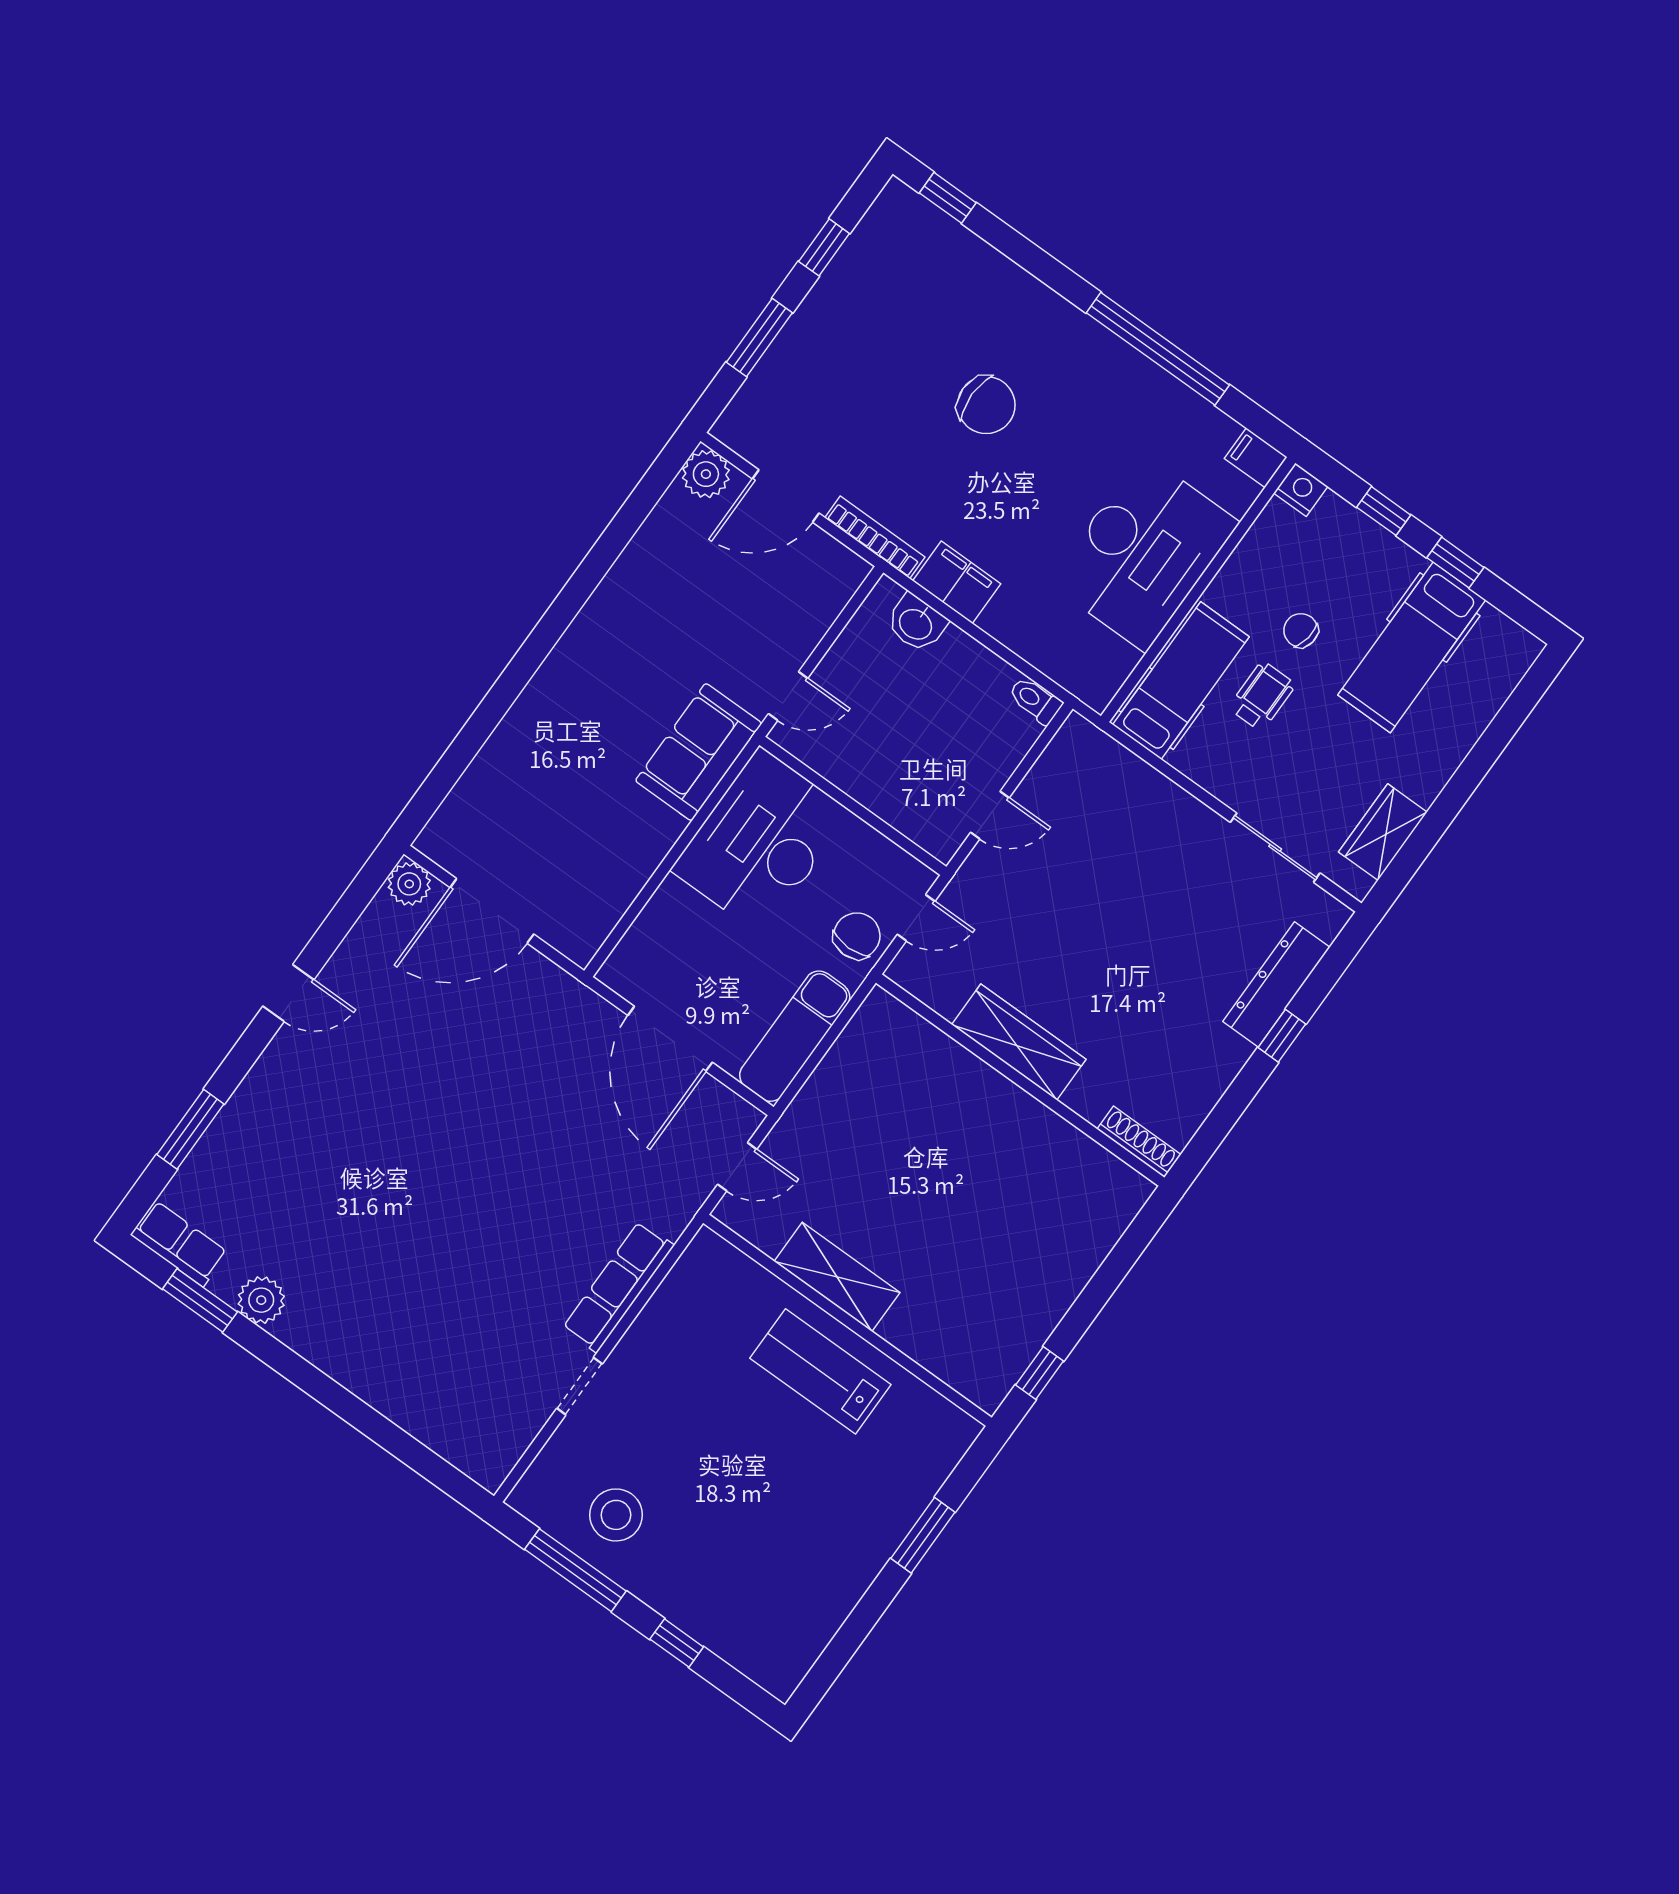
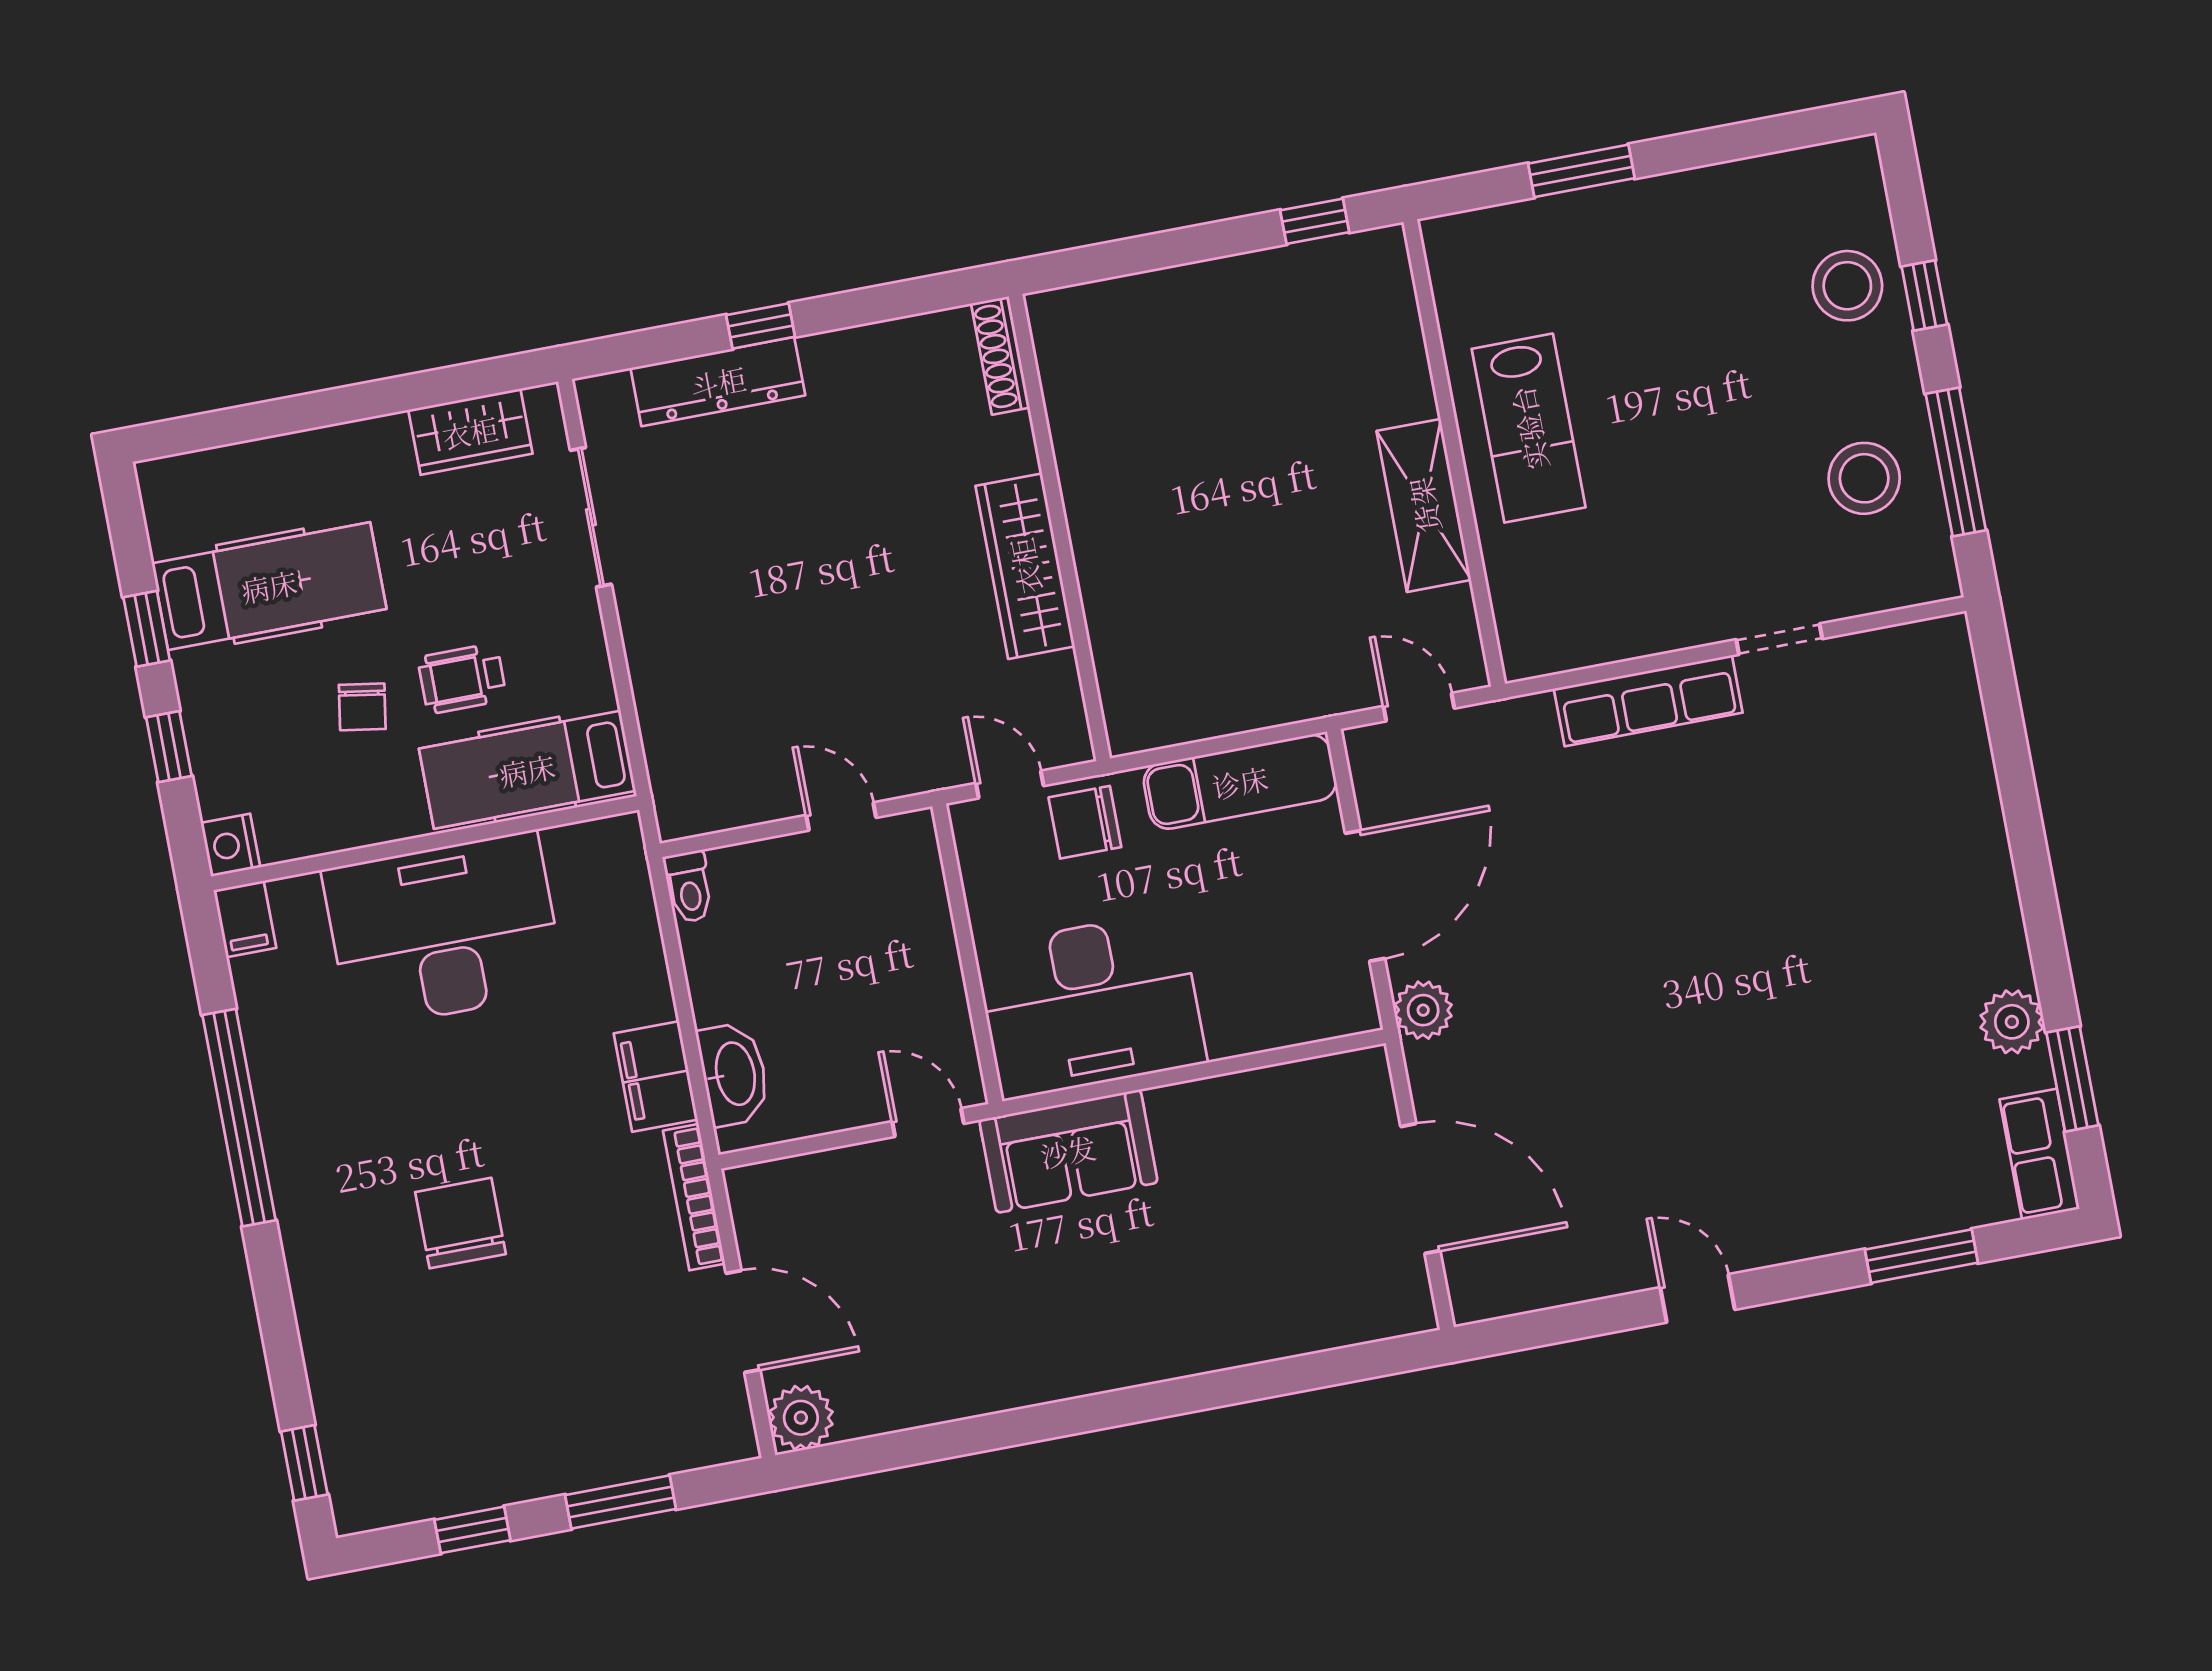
washbasin: (916, 623) -> (734, 1074), width x1.38
plant: (409, 884) -> (1423, 1010), moved
stool: (723, 1609) -> (1847, 286), added

